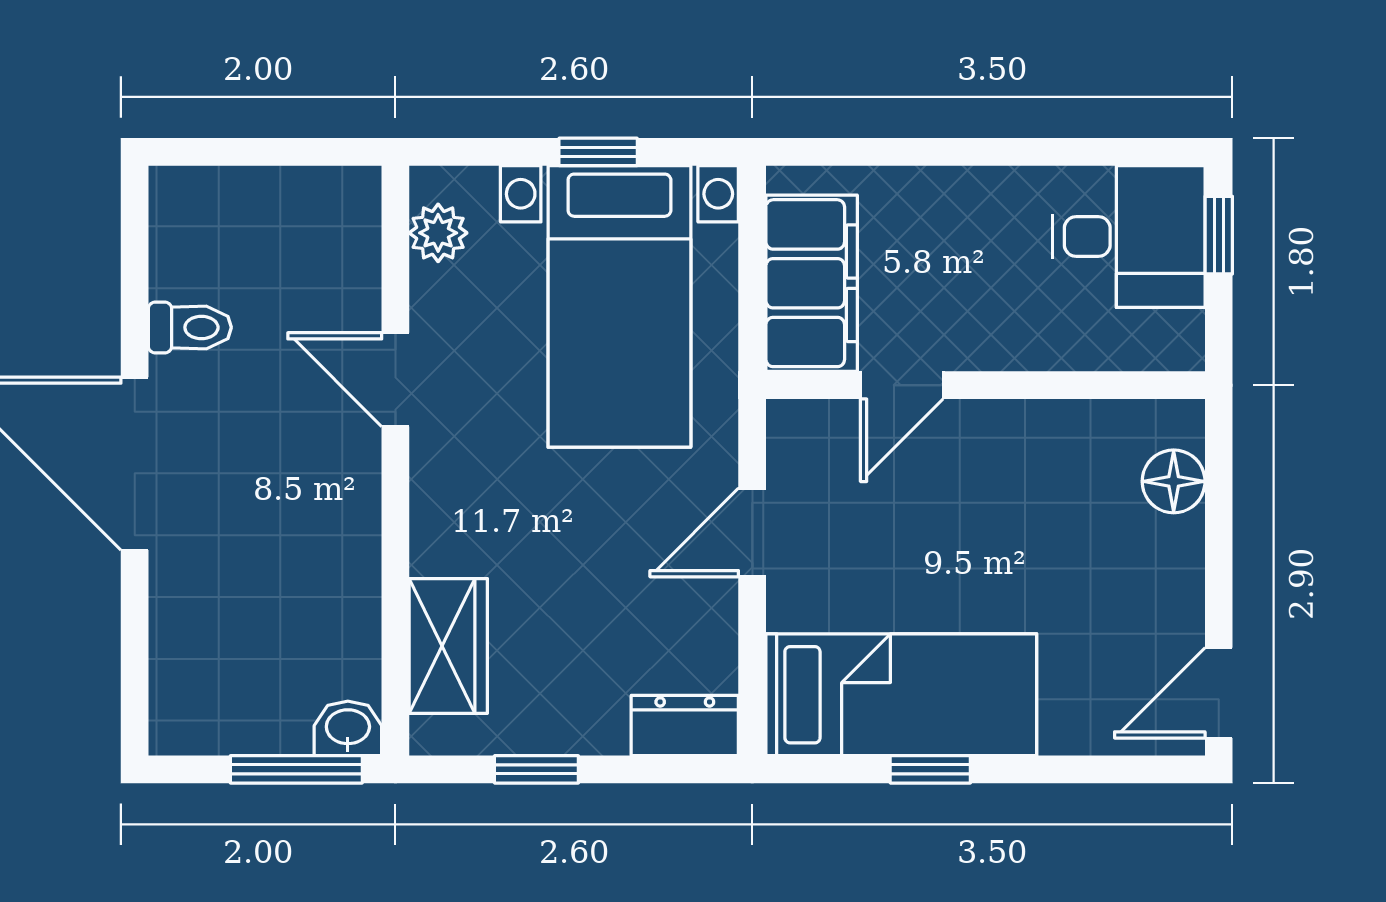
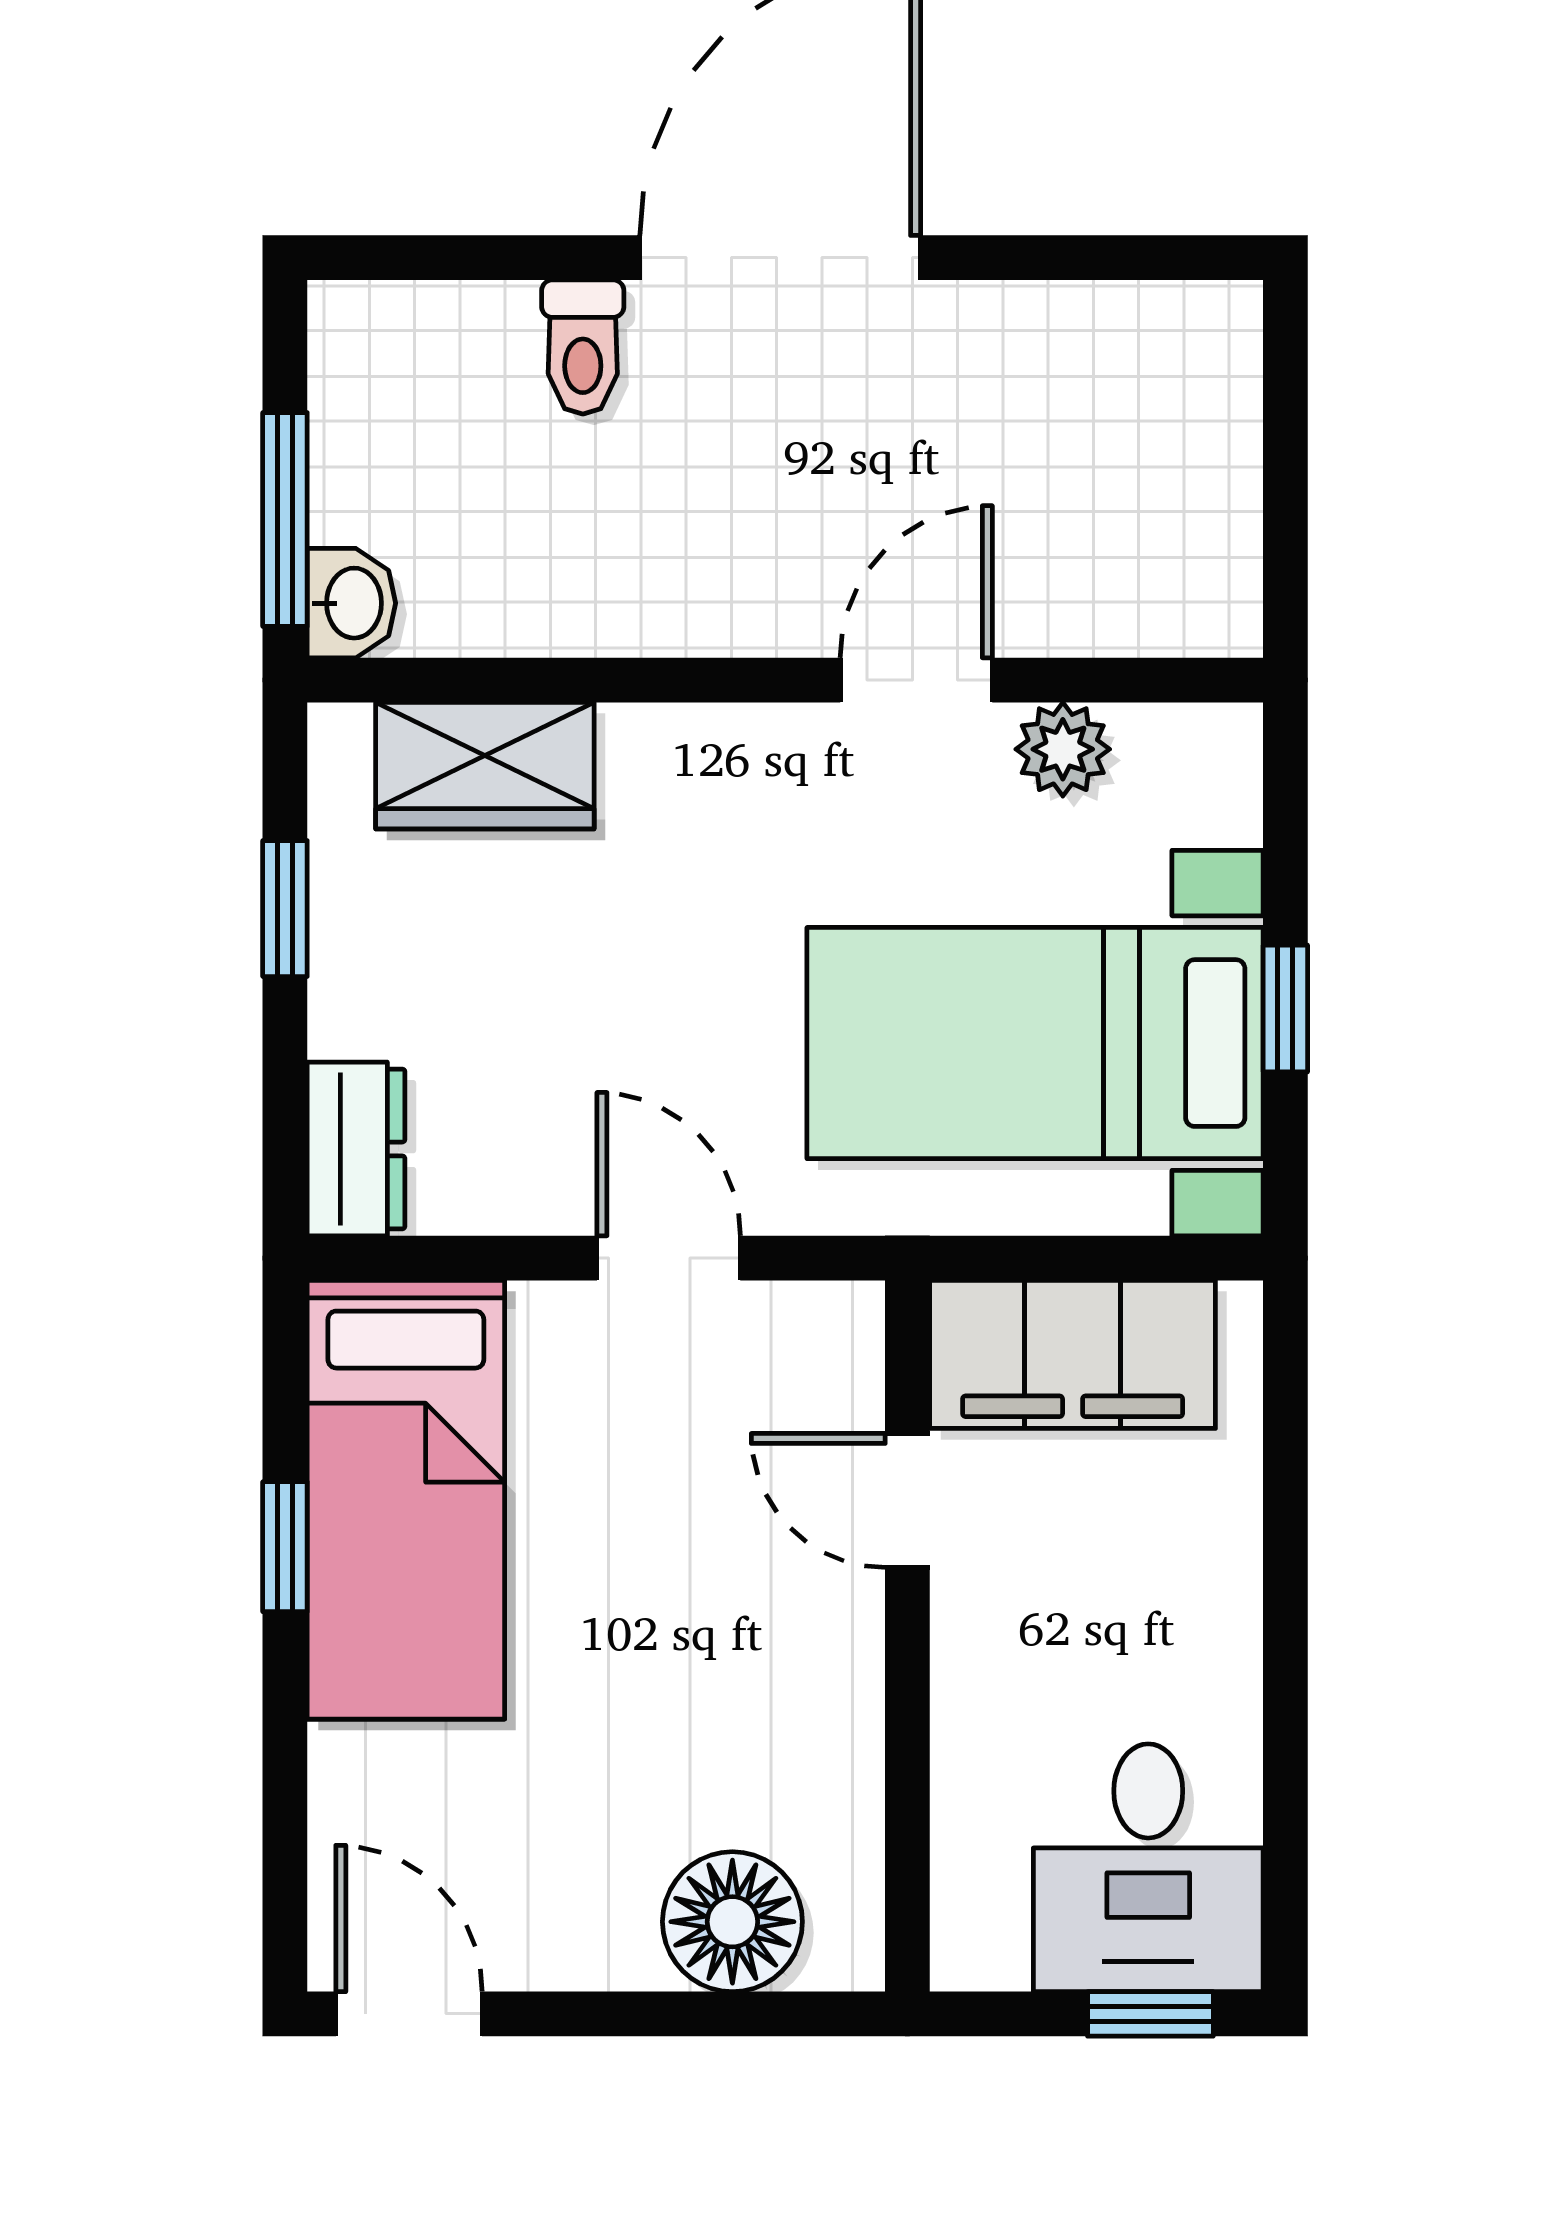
plant: (438, 233) -> (1063, 749), moved
toilet: (190, 327) -> (583, 347), moved
floor lamp: (1174, 481) -> (732, 1922), width x1.38, depth x1.38

